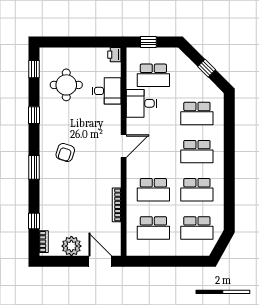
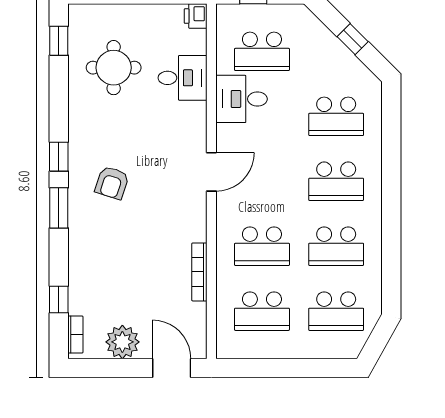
window: (34, 115) -> (59, 157), moved

